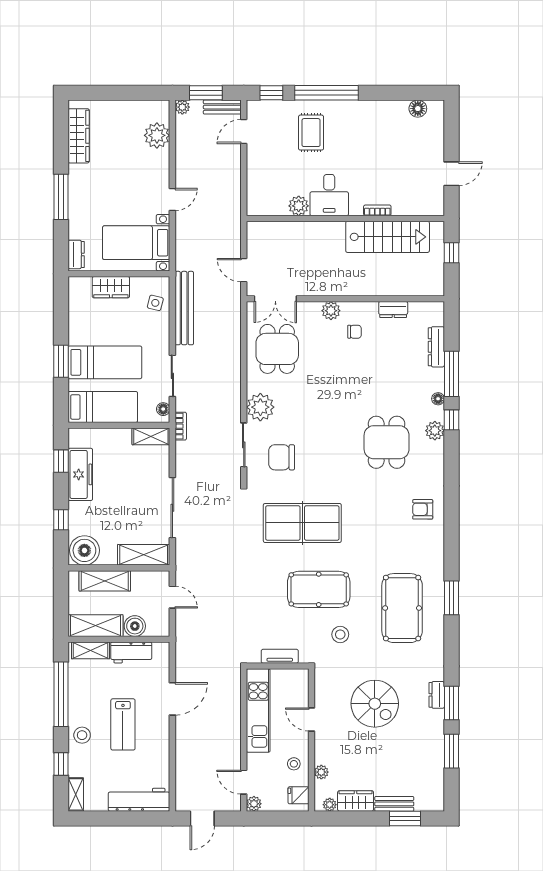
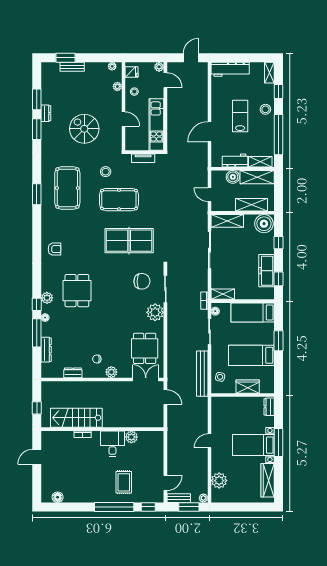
bed with nightstands: (136, 243) -> (253, 445), moved, turned 180
bed: (105, 362) -> (251, 355), moved
dresser: (437, 695) -> (46, 113), moved
wardrobe: (356, 801) -> (96, 69), removed

